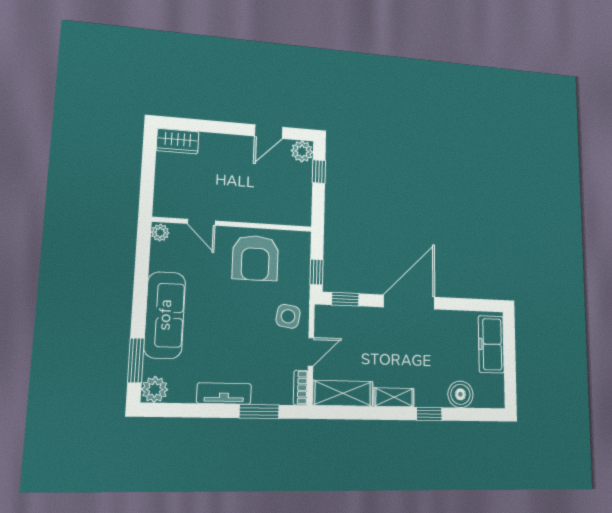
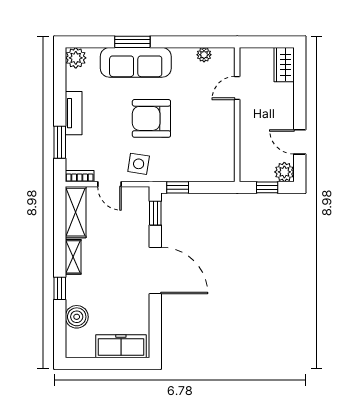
door: (201, 222) -> (237, 88), moved
wall: (233, 224) -> (237, 115), moved
armchair: (255, 258) -> (151, 118), moved
window: (136, 360) -> (132, 42), moved

